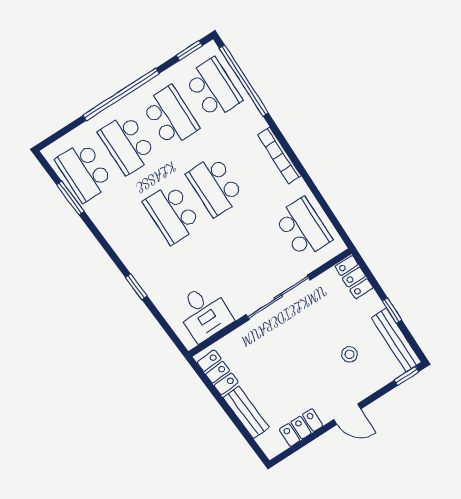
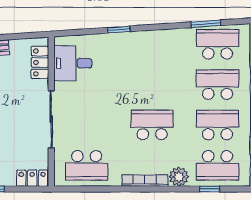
window: (244, 81) -> (210, 189), width x0.32
school desk: (170, 116) -> (218, 125), turned 180
plant: (252, 122) -> (179, 177), added
school desk: (172, 214) -> (152, 85), removed
locker: (218, 372) -> (40, 62), moved, turned 94

